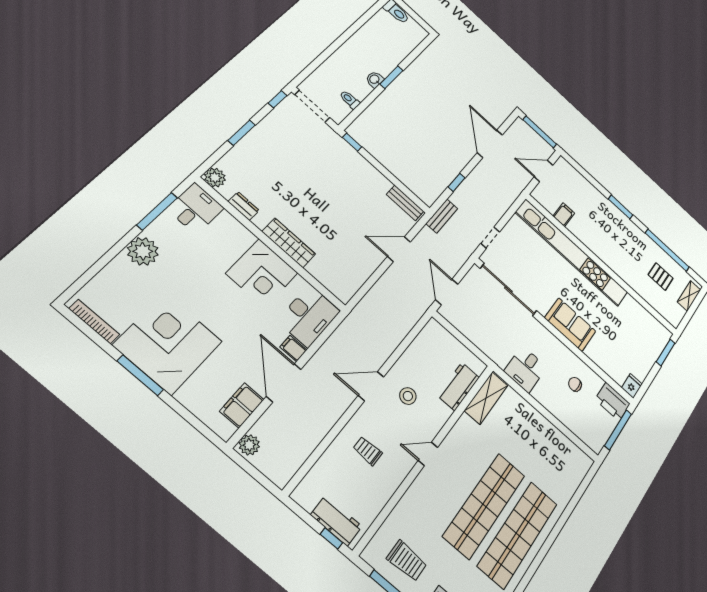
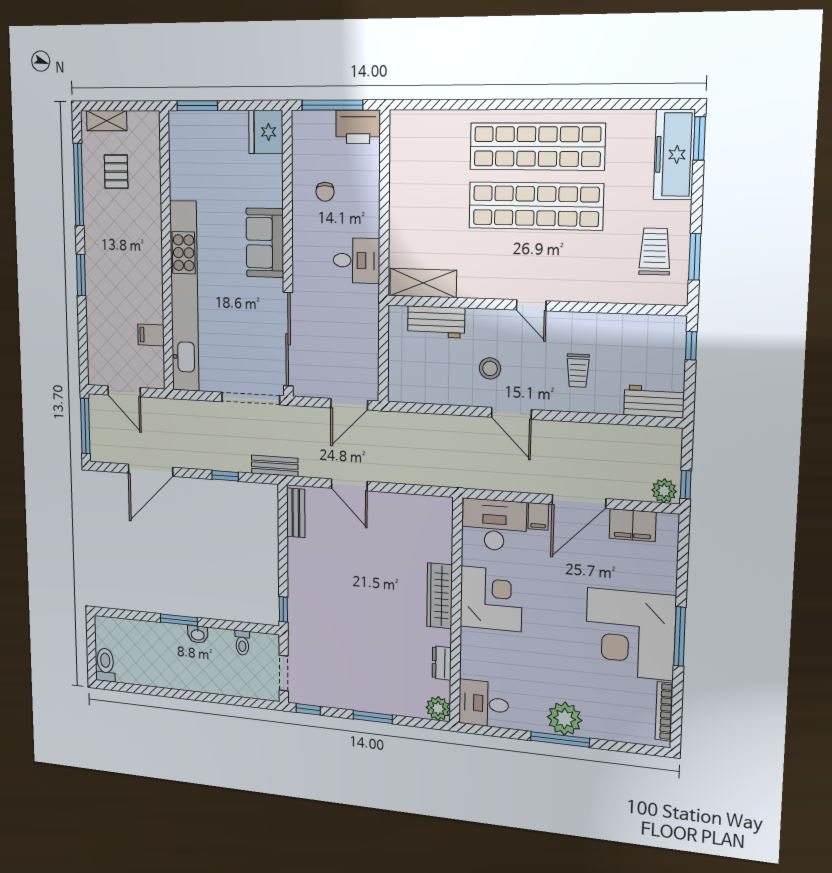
doorway: (312, 106) -> (284, 673), width x0.73
window: (157, 211) -> (560, 739), moved
doorway: (490, 238) -> (251, 398), width x1.88
fridge: (632, 386) -> (266, 132), width x1.88, depth x1.34
printer: (613, 402) -> (358, 127), moved, turned 90
window: (243, 463) -> (686, 485), added
workbench: (336, 521) -> (654, 401), moved, turned 90

